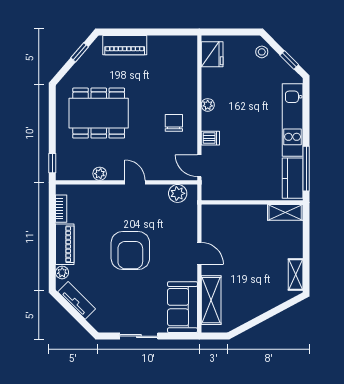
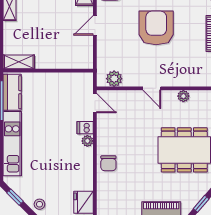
plant: (208, 105) -> (87, 141), moved
chair: (174, 123) -> (108, 163), moved
door: (199, 253) -> (95, 25), hinge flipped

